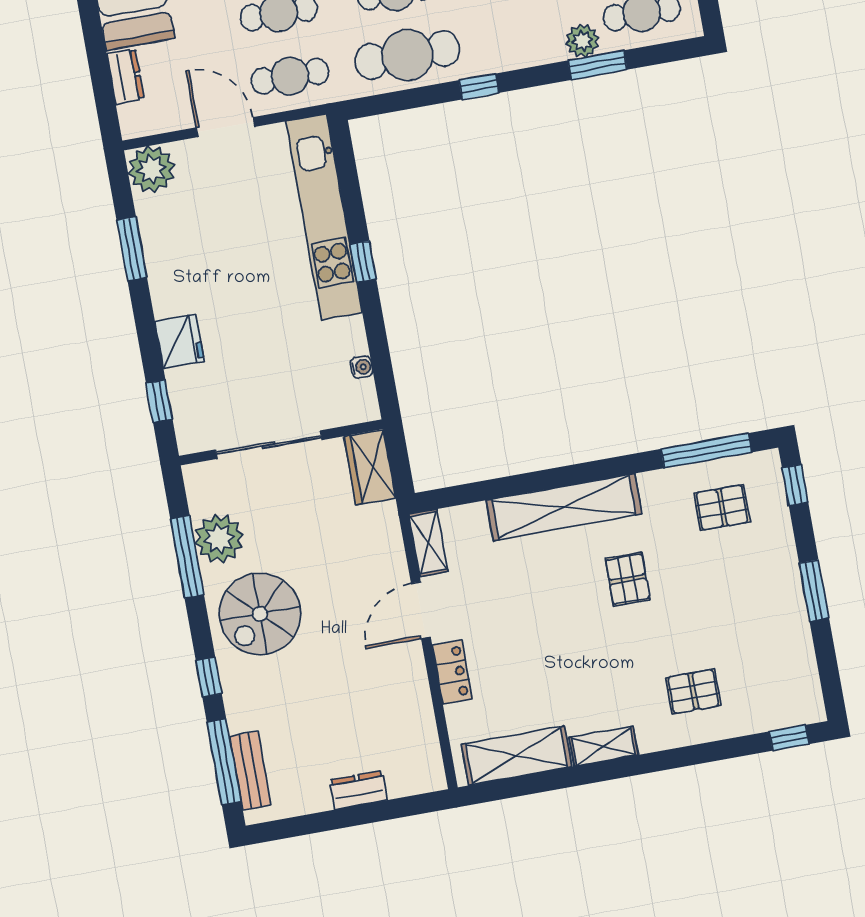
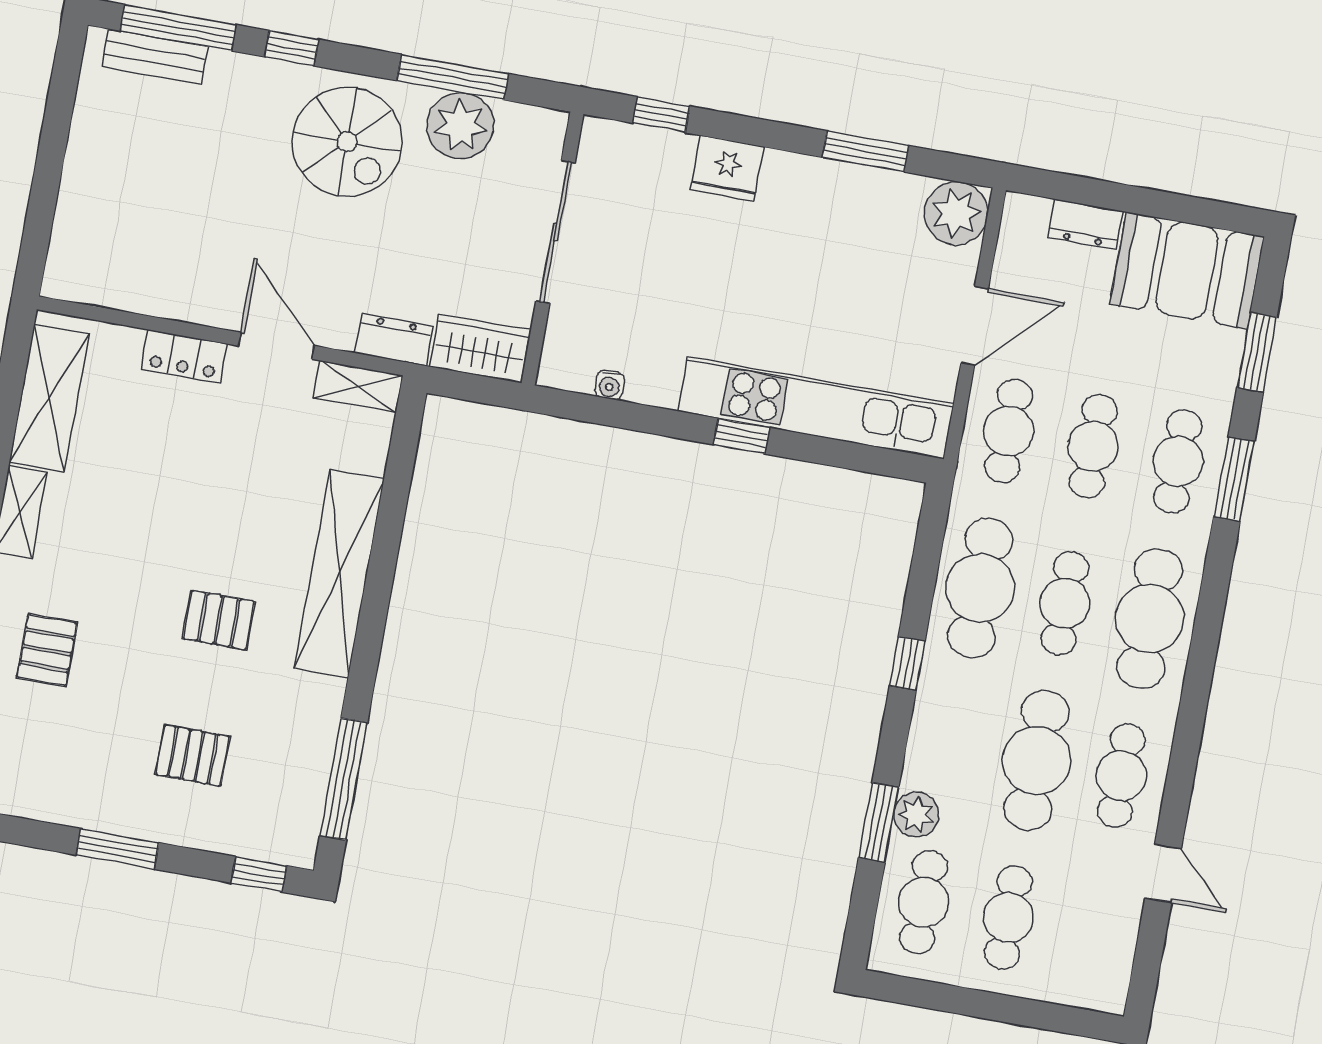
pallet: (722, 508) -> (193, 755), moved, turned 90
spiral stairs: (260, 614) -> (347, 142), turned 180
dresser: (359, 790) -> (394, 340), moved, turned -90

